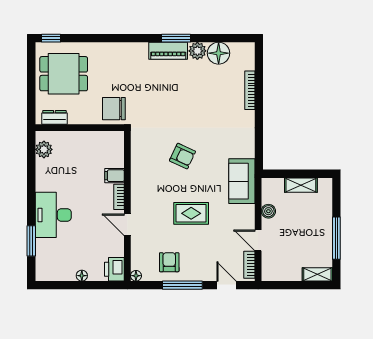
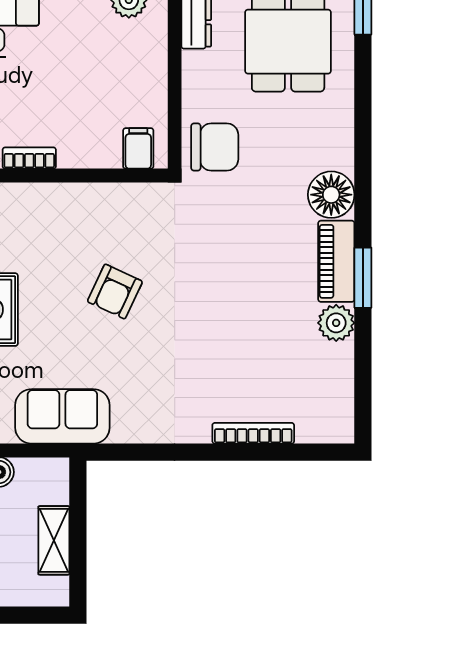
floor lamp: (219, 53) -> (331, 195), moved
chair: (114, 109) -> (215, 147), turned 90
filing cabinet: (114, 176) -> (138, 148), moved

